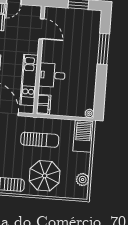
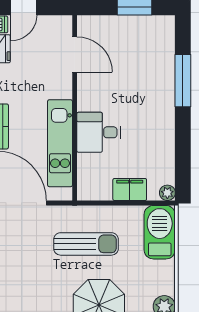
filing cabinet: (44, 104) -> (130, 189), moved, turned -90

